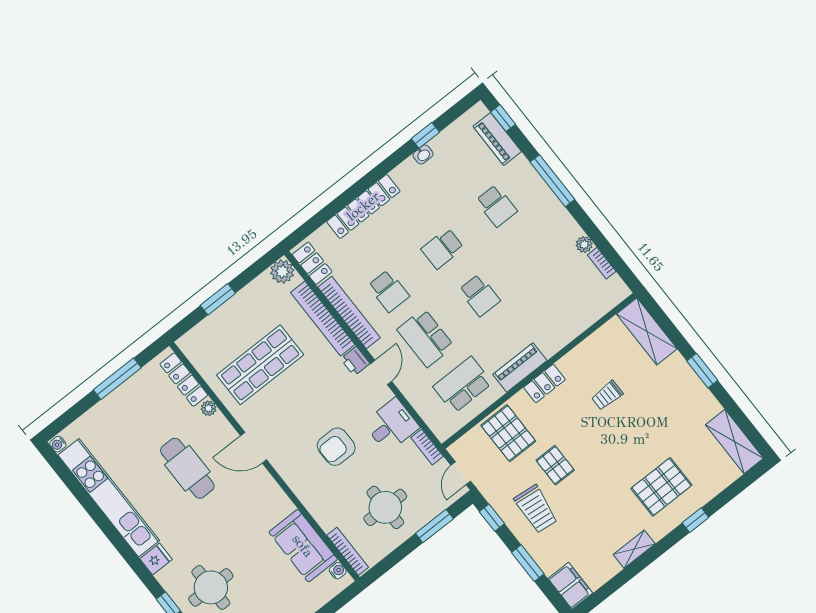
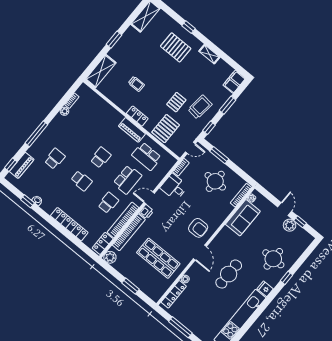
armchair: (336, 447) -> (198, 228), moved
cafe table: (187, 468) -> (229, 274), moved

